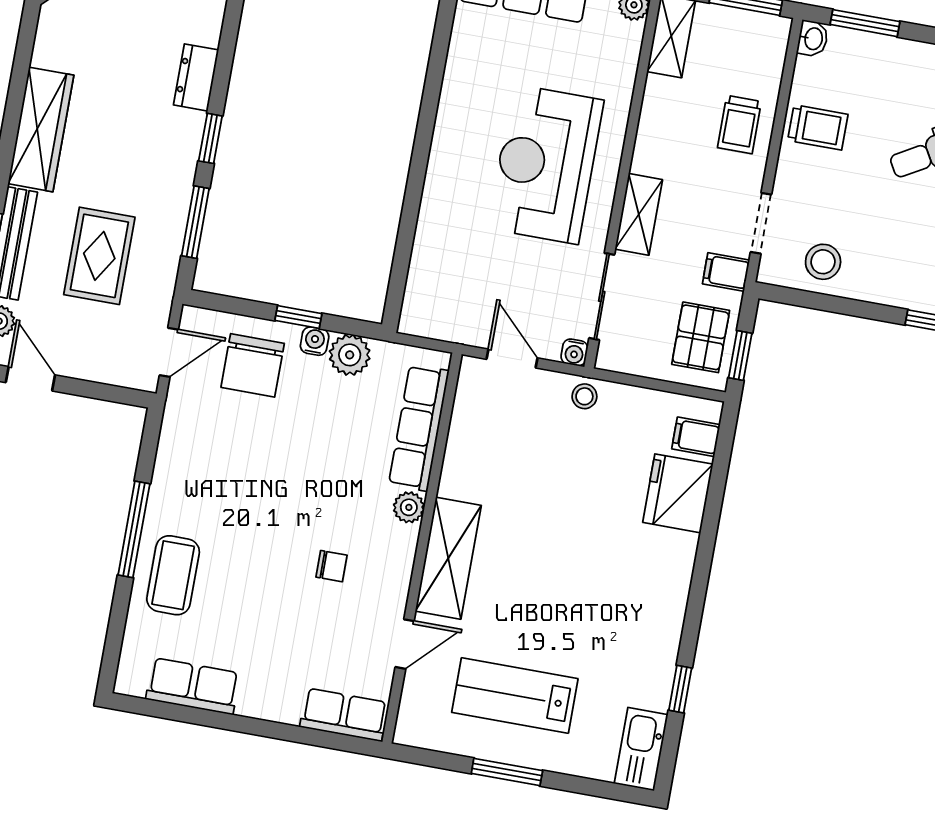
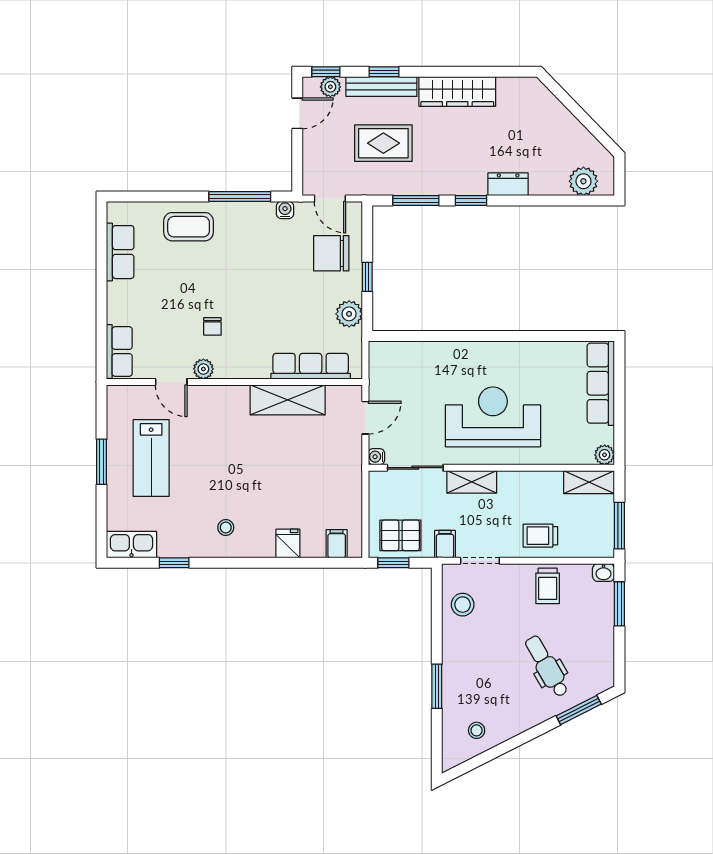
water cooler: (315, 341) -> (285, 210), moved, turned -90
stool: (584, 396) -> (226, 527), moved
fridge: (678, 493) -> (288, 543), width x0.53, depth x0.75
plant: (409, 507) -> (203, 369), moved
window: (134, 529) -> (240, 197), moved
shelving: (448, 558) -> (288, 400), moved
lab bench: (515, 695) -> (151, 458), turned 180

